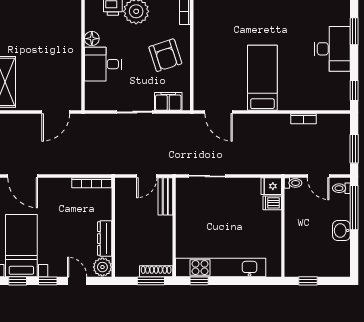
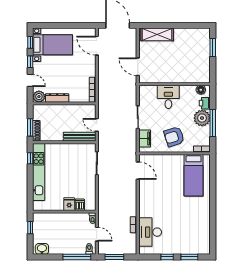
floor lamp: (92, 39) -> (201, 90), moved
desk: (332, 49) -> (150, 232), moved, turned 90
bed: (262, 78) -> (194, 175), moved, turned 90
window: (354, 90) -> (167, 257), moved
door: (219, 112) -> (138, 171), swing flipped
door: (23, 176) -> (97, 46), hinge flipped
door: (318, 176) -> (97, 234), swing flipped
fridge: (271, 186) -> (69, 204), moved
bench: (165, 196) -> (80, 137), width x1.36
washbasin: (341, 231) -> (42, 249), moved
door: (77, 281) -> (30, 80), hinge flipped

